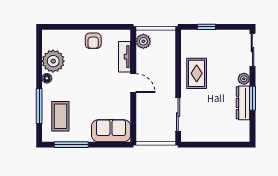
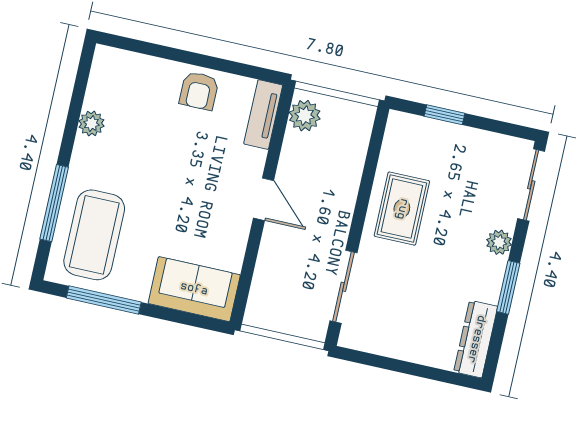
tv unit: (125, 57) -> (263, 114), moved
plant: (53, 61) -> (91, 124), width x0.53, depth x0.53
floor lamp: (47, 78) -> (83, 148), removed
dresser: (243, 103) -> (476, 339), moved
coffee table: (60, 116) -> (94, 235), width x1.36, depth x1.32

